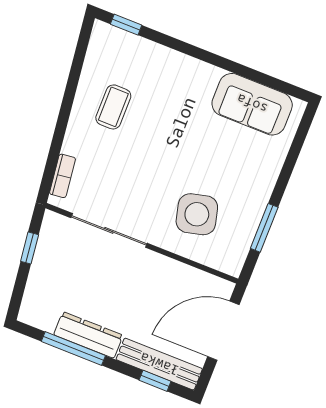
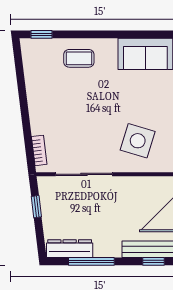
coffee table: (113, 107) -> (79, 58), moved, turned 90
side table: (197, 214) -> (138, 141), turned 31
dresser: (88, 335) -> (70, 249), moved

